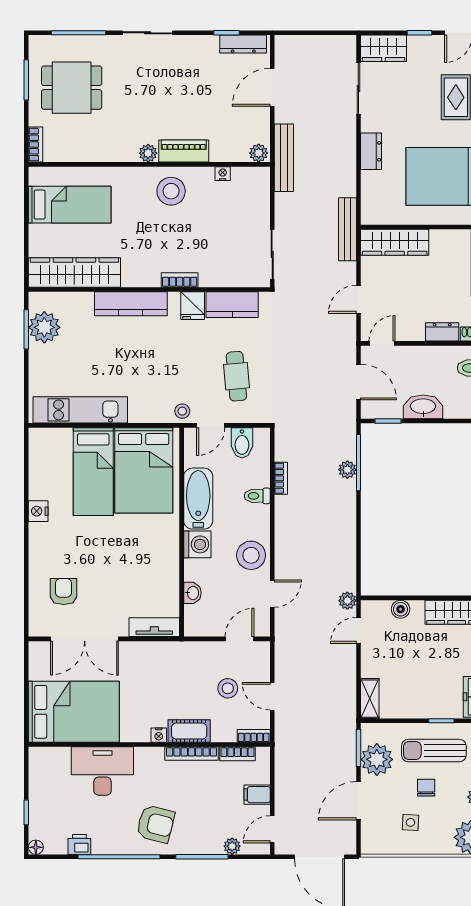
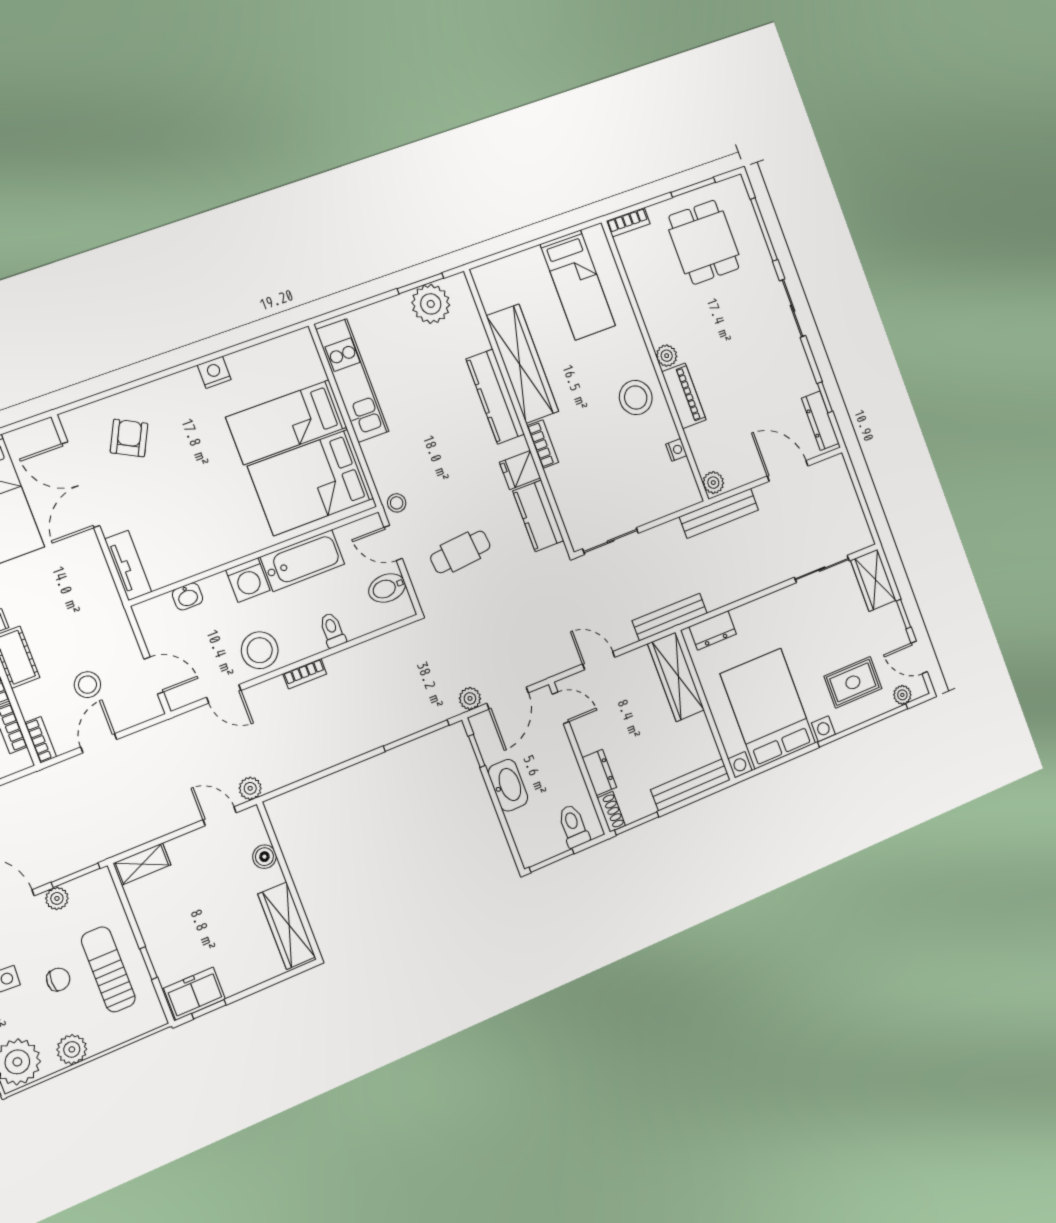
dresser: (371, 151) -> (713, 630), moved
wardrobe: (74, 272) -> (522, 364), moved
plant: (347, 470) -> (470, 698), moved
bookcase: (281, 478) -> (305, 674), moved
armchair: (64, 592) -> (129, 438), turned -63
plant: (377, 759) -> (57, 898), width x0.53, depth x0.53

